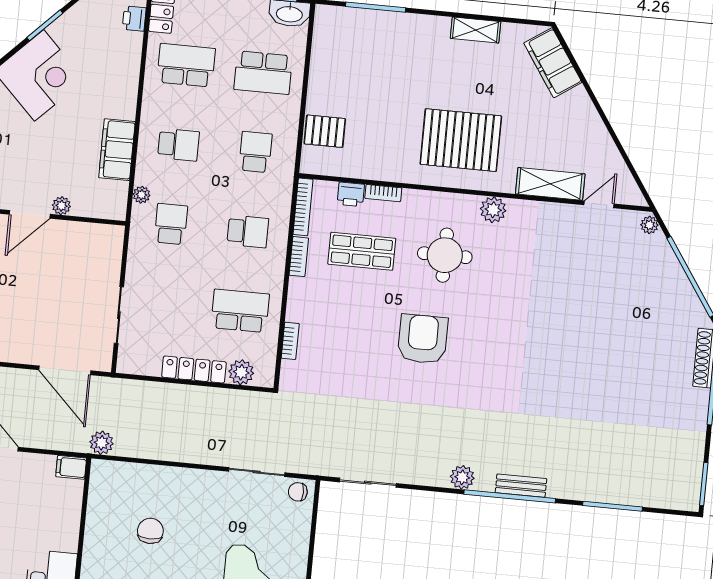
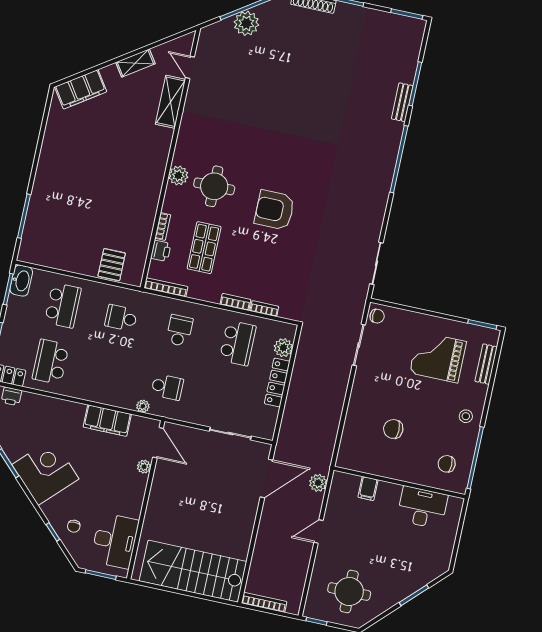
shelving: (476, 30) -> (135, 63), moved, turned 56
pallet: (461, 140) -> (130, 164), removed
school desk: (179, 145) -> (109, 374), removed
plant: (493, 210) -> (178, 175), moved
door: (30, 214) -> (158, 443), moved
school desk: (171, 224) -> (167, 387), turned 180
plant: (649, 225) -> (246, 23), moved, width x1.87, depth x1.87
bookcase: (299, 257) -> (235, 302), moved
school desk: (240, 311) -> (238, 343), turned 180
plant: (102, 443) -> (318, 483), moved
filing cabinet: (71, 467) -> (368, 489), moved
plant: (462, 477) -> (381, 193), removed
bench: (521, 486) -> (402, 102), moved
chair: (298, 492) -> (377, 316), turned -90

